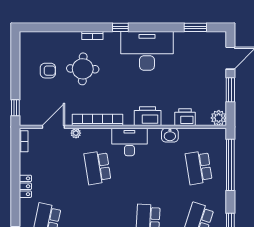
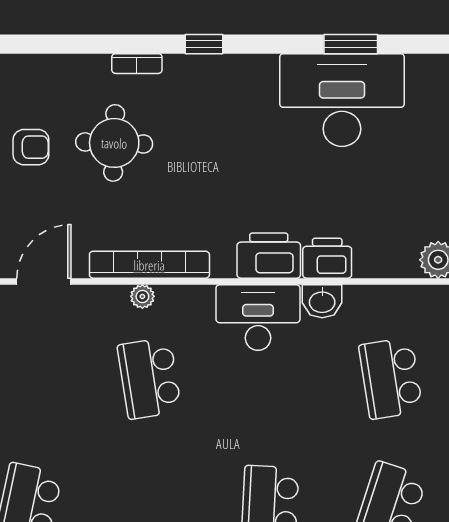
window: (195, 27) -> (351, 44), moved
desk: (147, 51) -> (342, 100), moved
printer: (185, 117) -> (327, 258), moved
plant: (76, 133) -> (142, 296), moved
desk: (129, 142) -> (258, 318), moved

